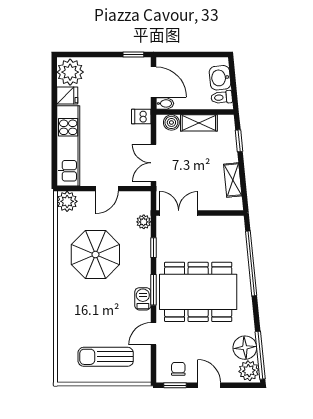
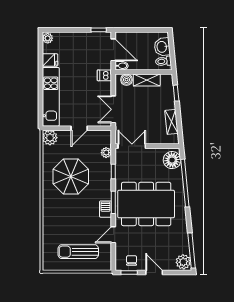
plant: (70, 72) -> (48, 38), width x0.53, depth x0.53
floor lamp: (245, 348) -> (172, 160), moved

